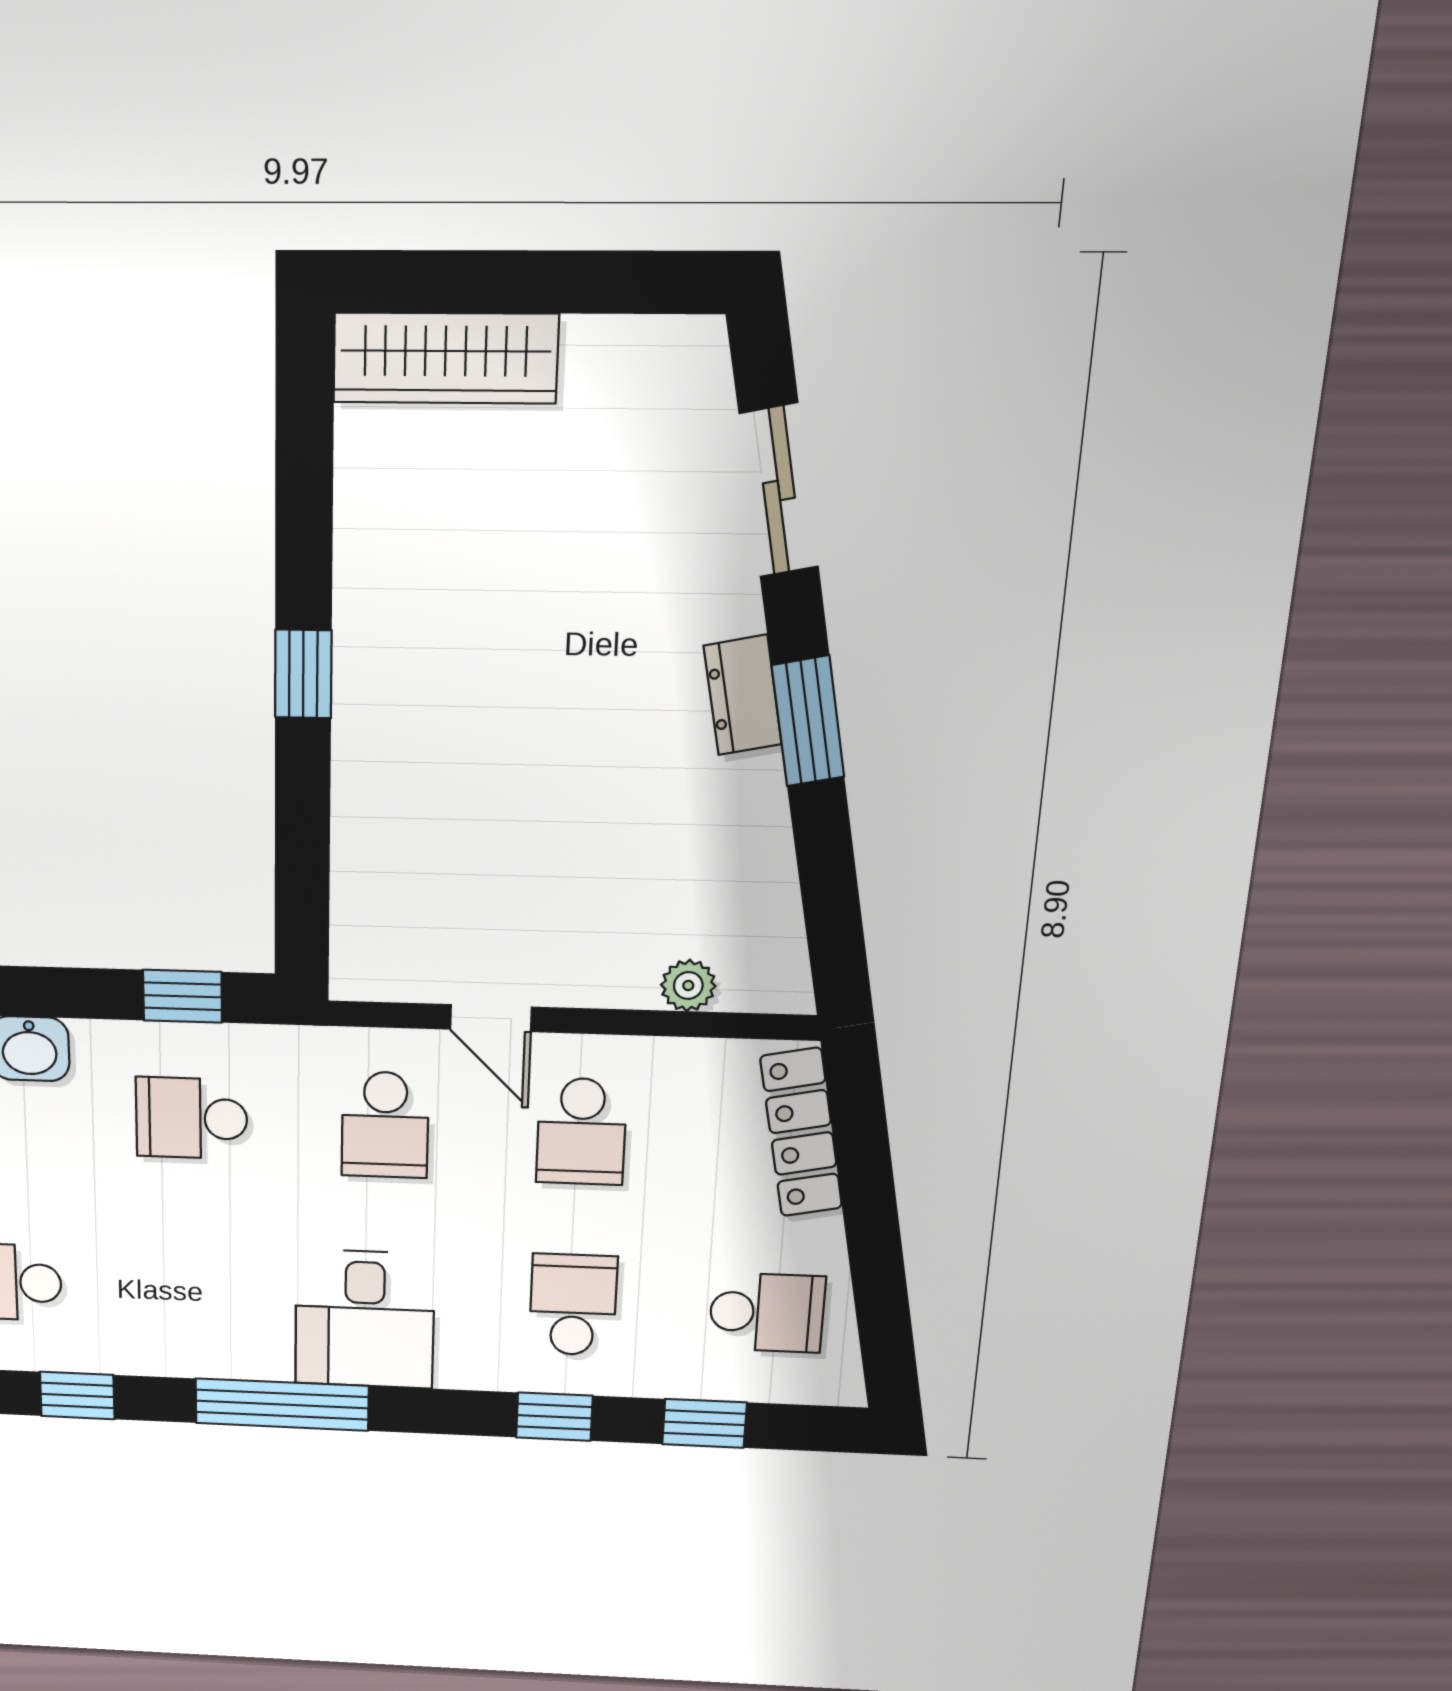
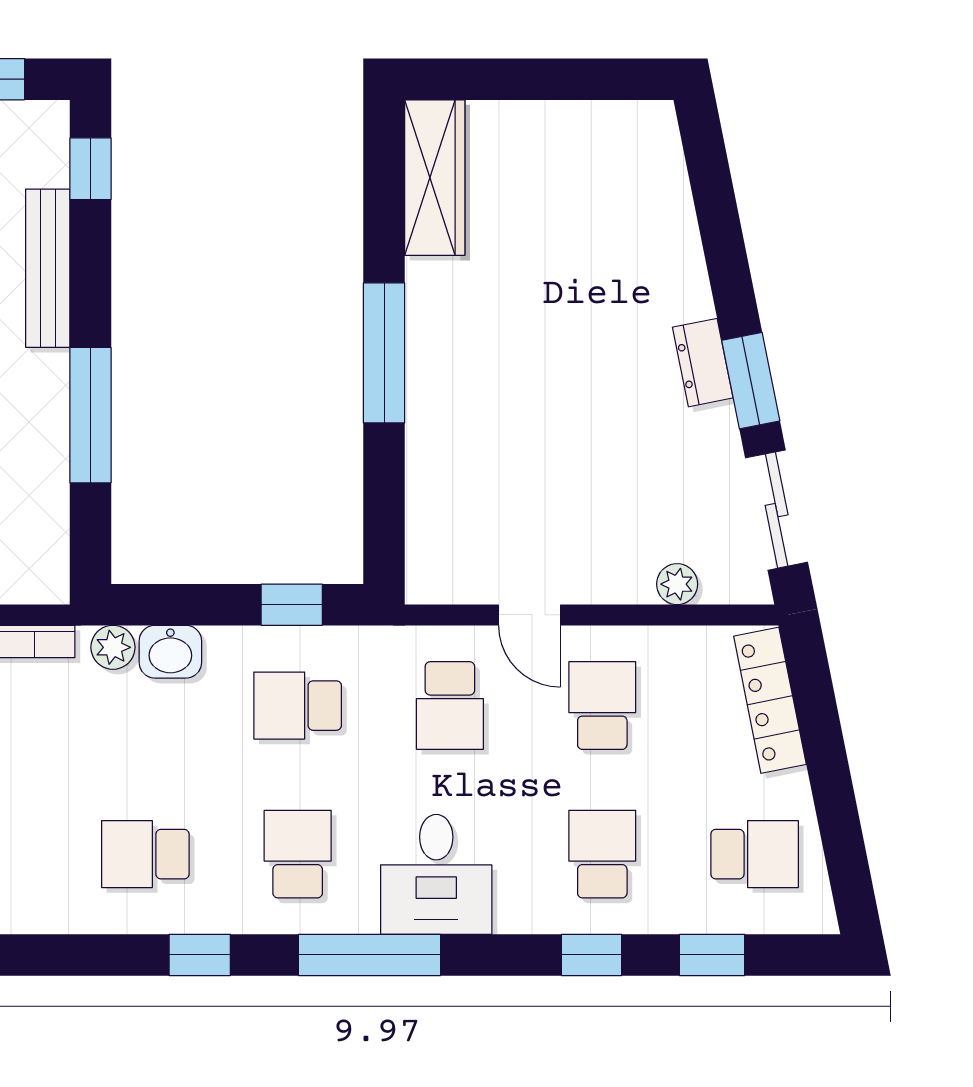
wardrobe: (445, 358) -> (435, 178), moved, turned -90
sliding door: (779, 491) -> (777, 510), moved
window: (303, 674) -> (384, 353), width x2.17
school desk: (581, 1131) -> (602, 706), turned 180
school desk: (194, 1289) -> (298, 854), added

